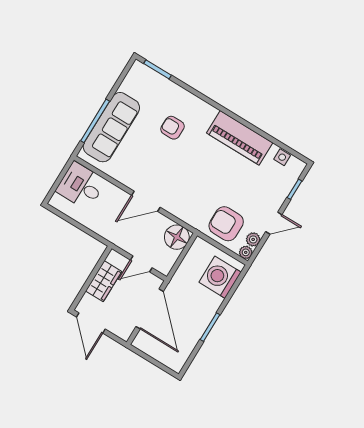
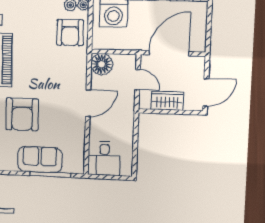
sofa: (111, 127) -> (40, 160), width x0.73
armchair: (173, 128) -> (22, 114), width x1.88, depth x1.88
door: (146, 201) -> (88, 103), hinge flipped

